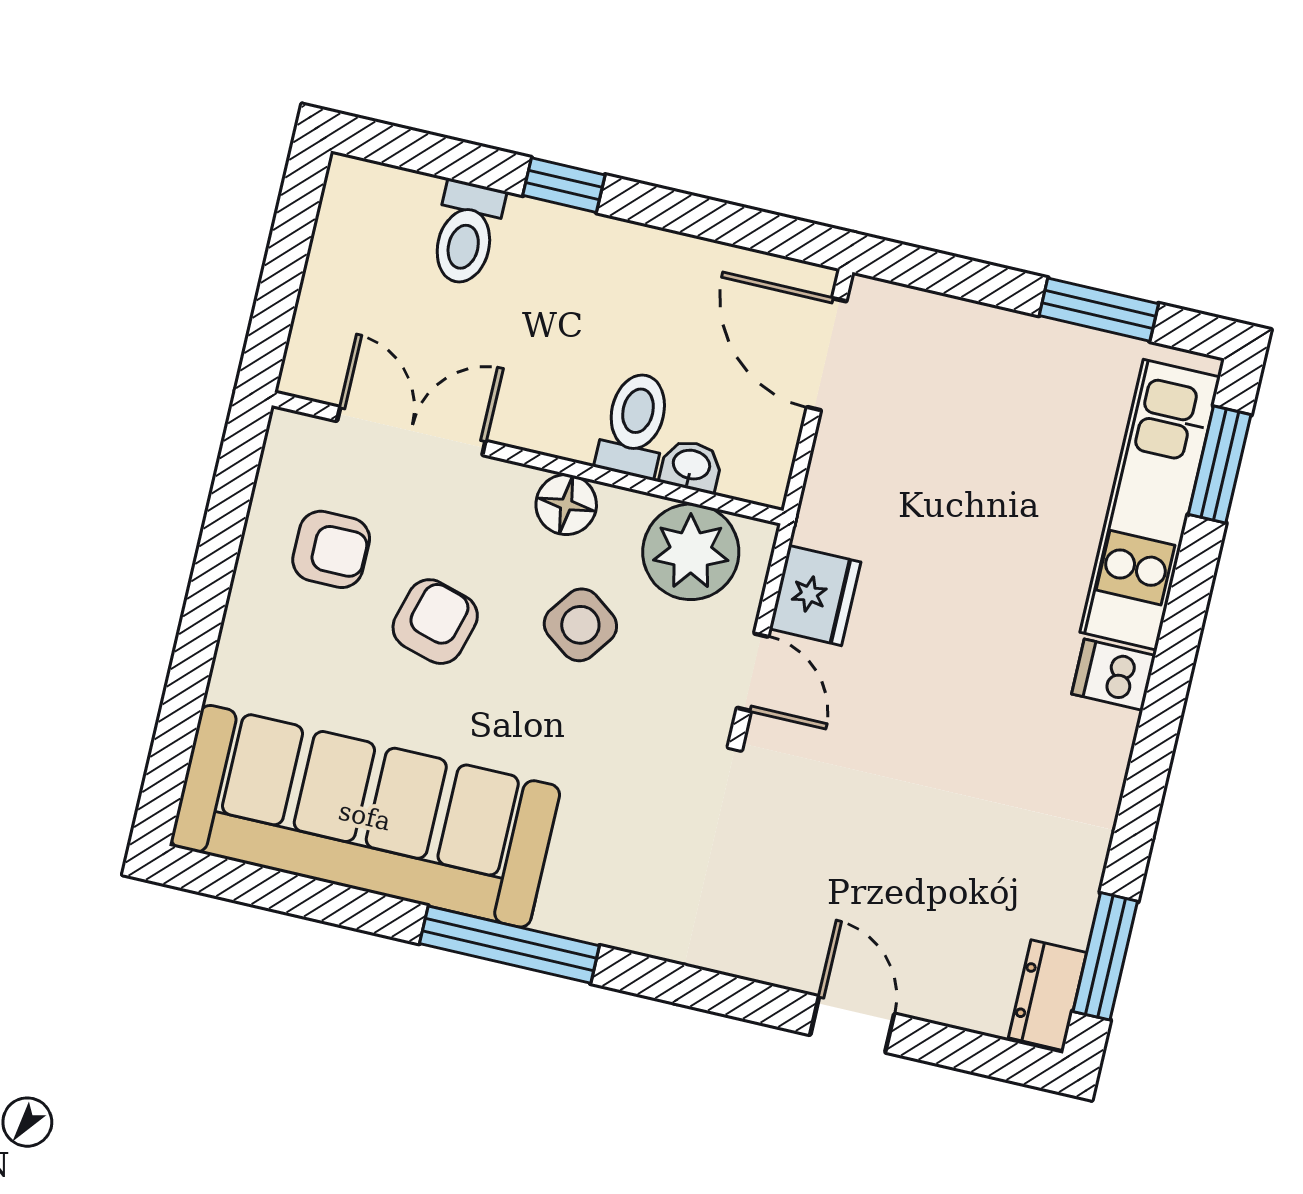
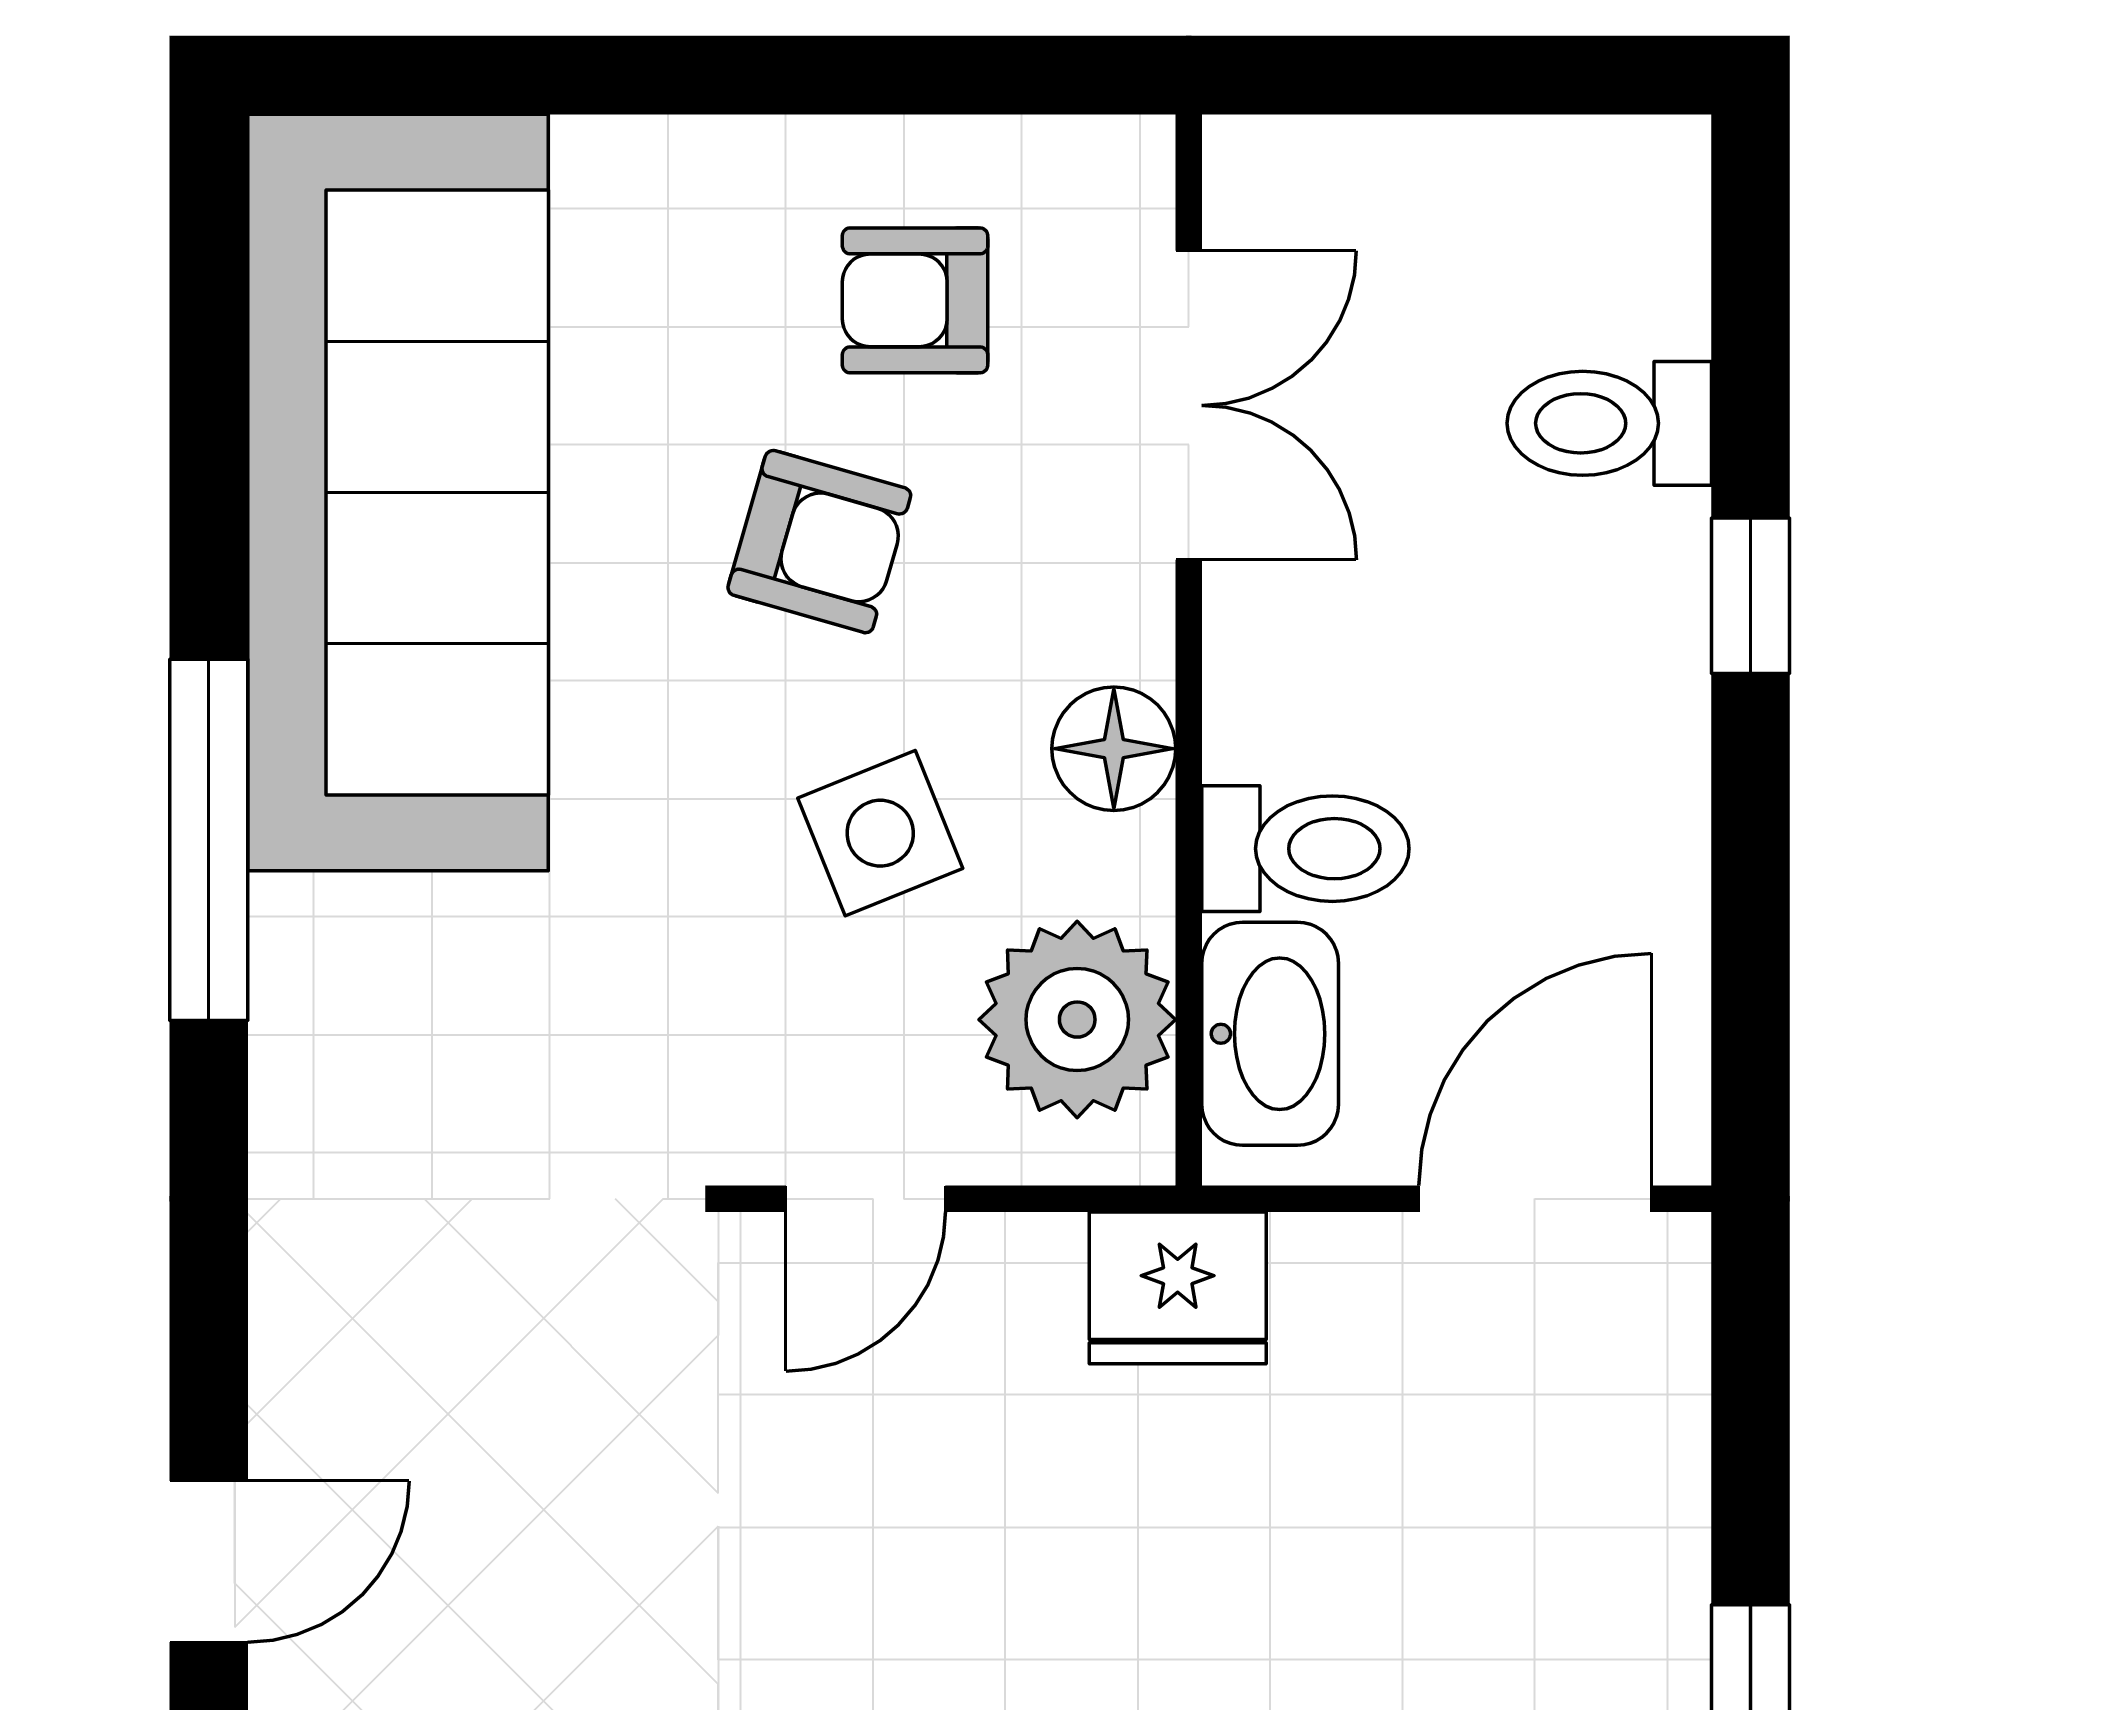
washbasin: (691, 466) -> (1270, 1034), width x1.91, depth x1.45
armchair: (331, 549) -> (915, 300), turned 90
fridge: (815, 595) -> (1178, 1288), moved
side table: (580, 625) -> (880, 833), turned 32

